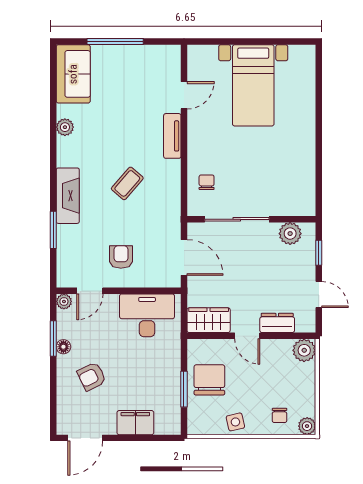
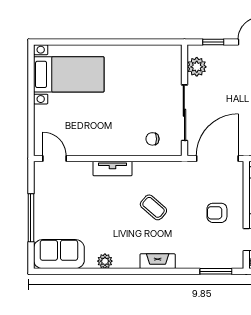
bed with nightstands: (253, 85) -> (69, 74), moved
door: (184, 95) -> (54, 158), moved
fireplace: (68, 196) -> (158, 261), width x0.73, depth x0.76
window: (53, 230) -> (216, 271), moved
door: (184, 257) -> (217, 158), width x1.36

